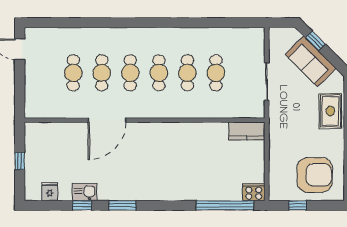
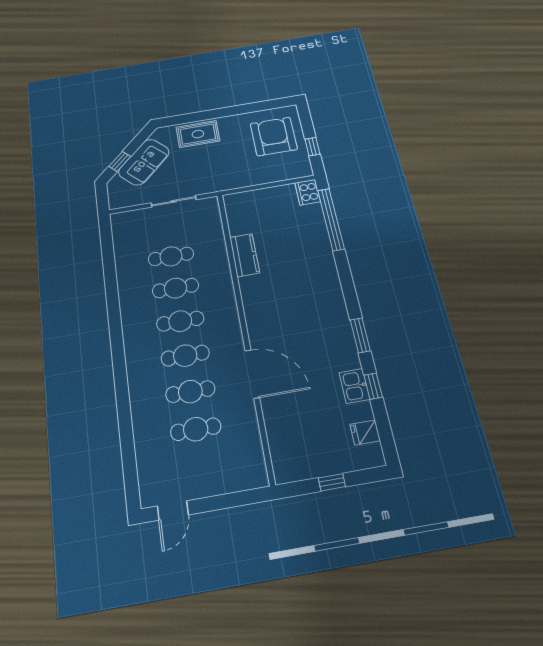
kitchen counter: (247, 131) -> (245, 255), moved

